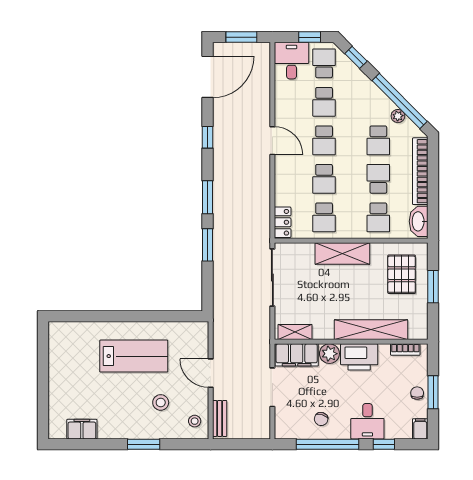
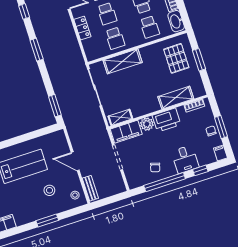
locker: (283, 222) -> (82, 28), moved
window: (208, 245) -> (55, 106), moved
shelving: (342, 254) -> (123, 61), moved
shelving: (371, 330) -> (176, 98), width x0.68

